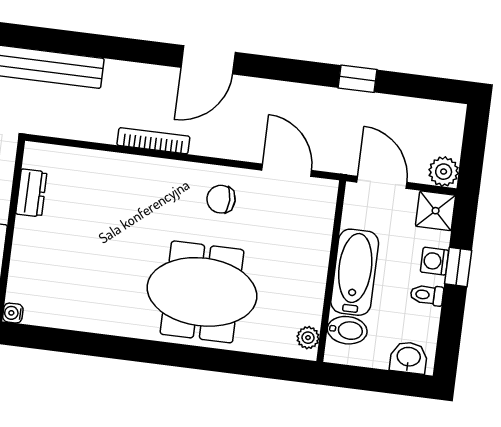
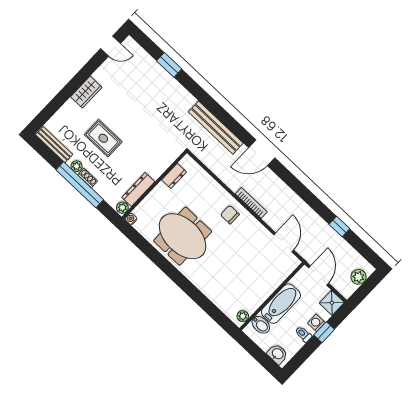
door: (208, 60) -> (262, 153), moved
bookcase: (153, 141) -> (251, 203), moved
plant: (444, 172) -> (358, 277), moved
chair: (221, 199) -> (230, 215), moved
meeting table: (202, 292) -> (183, 236), moved

